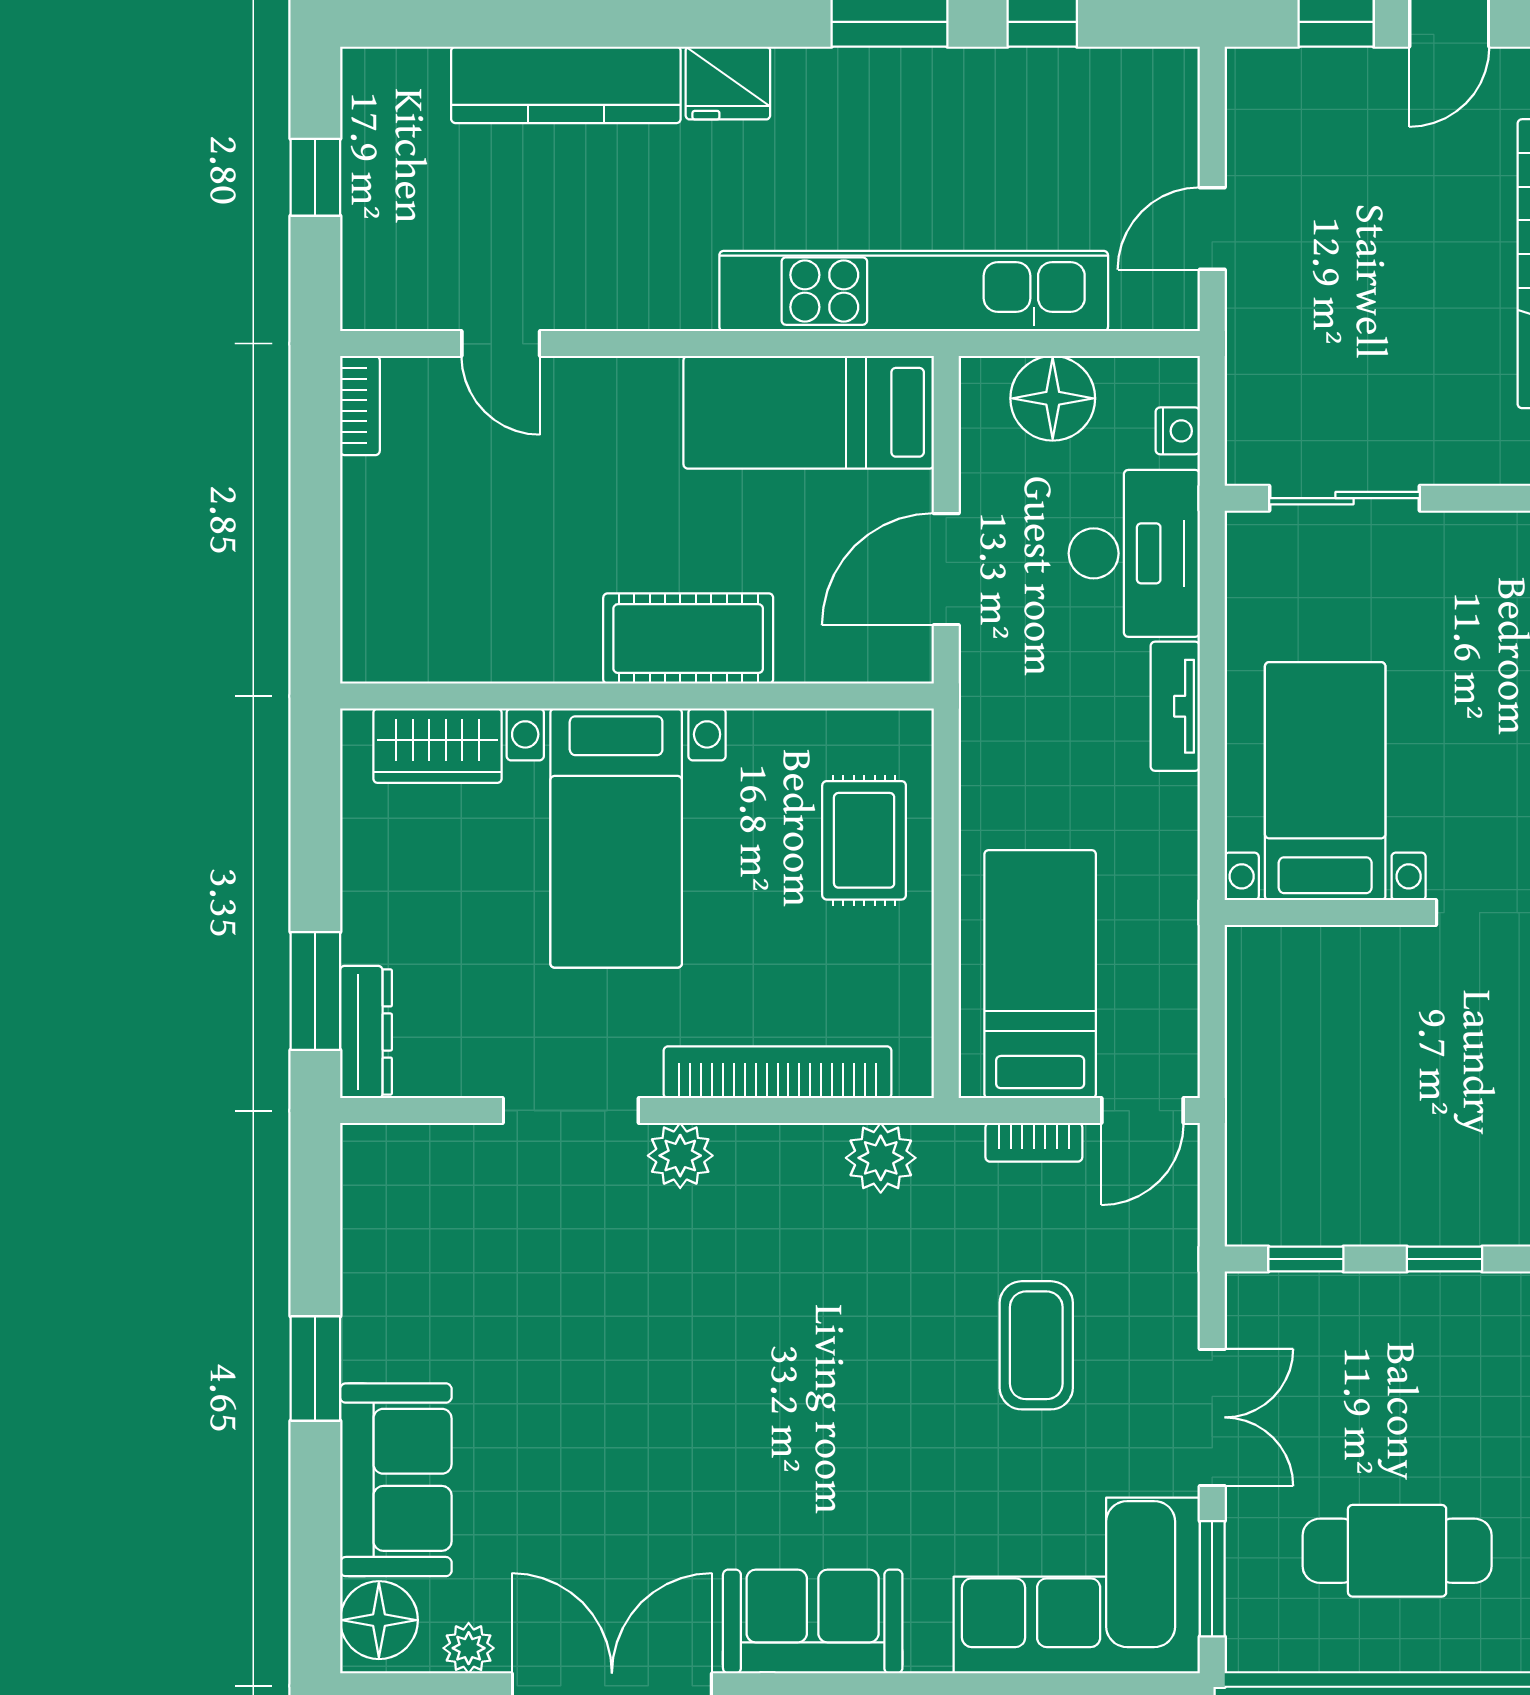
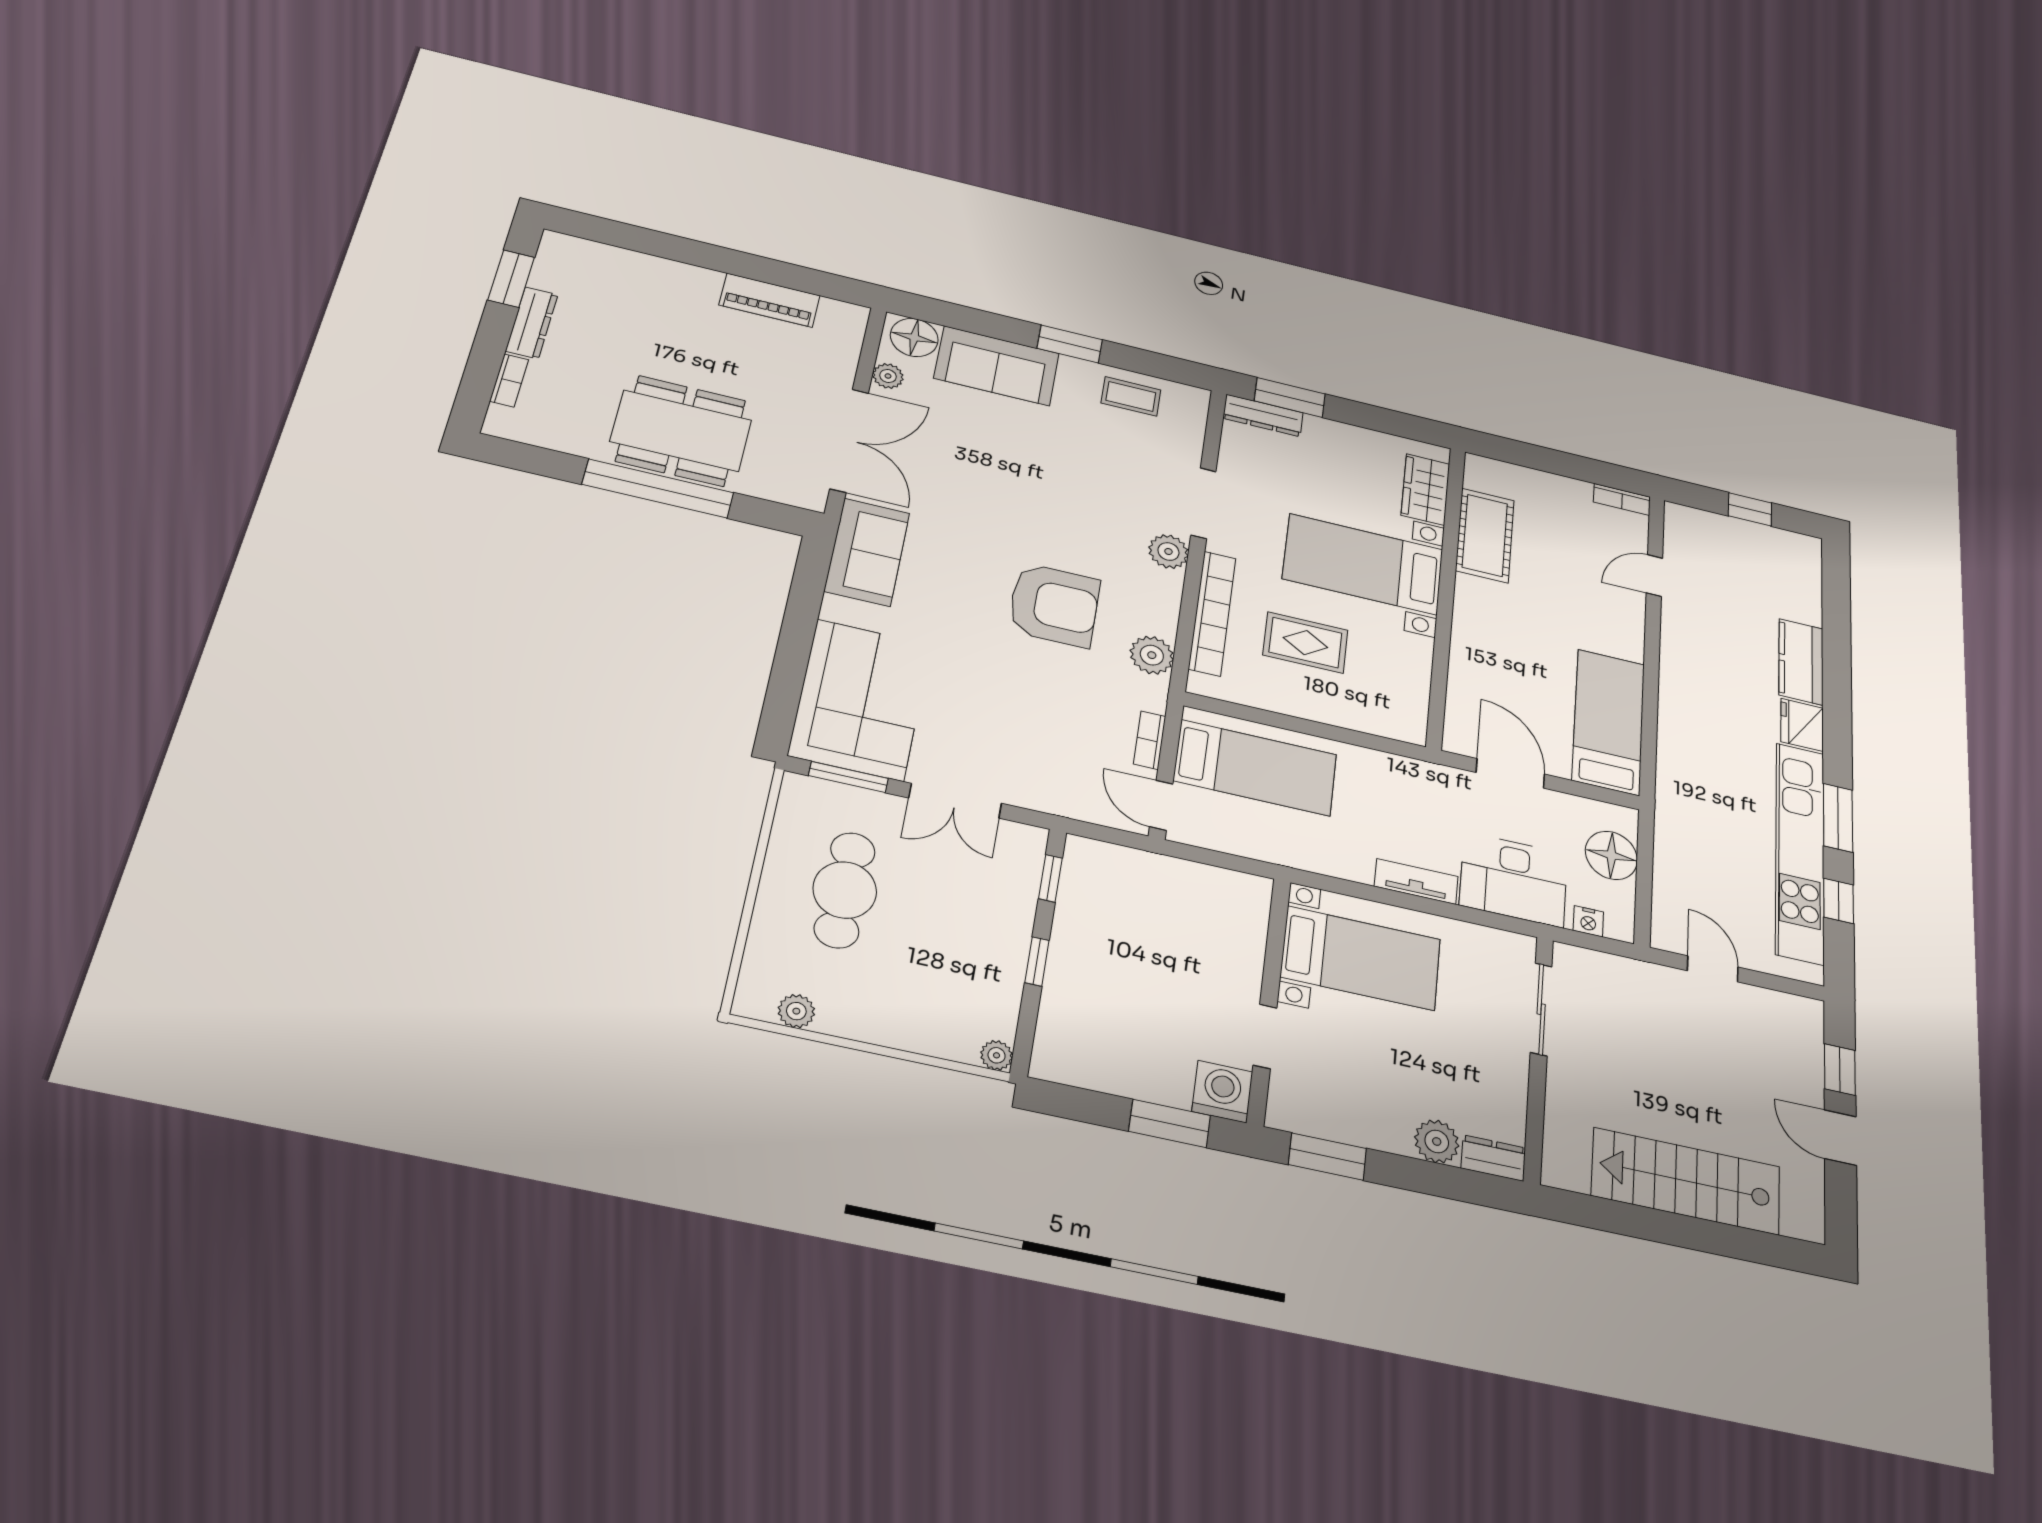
kitchen counter: (566, 85) -> (1801, 662), width x0.67
kitchen unit: (914, 291) -> (1800, 852), moved, turned 180
cot: (688, 639) -> (1485, 535), moved
rug: (864, 840) -> (1305, 643), moved
armchair: (830, 1321) -> (1054, 605), added
coffee table: (1036, 1345) -> (1131, 396), moved, width x0.73, depth x0.77

